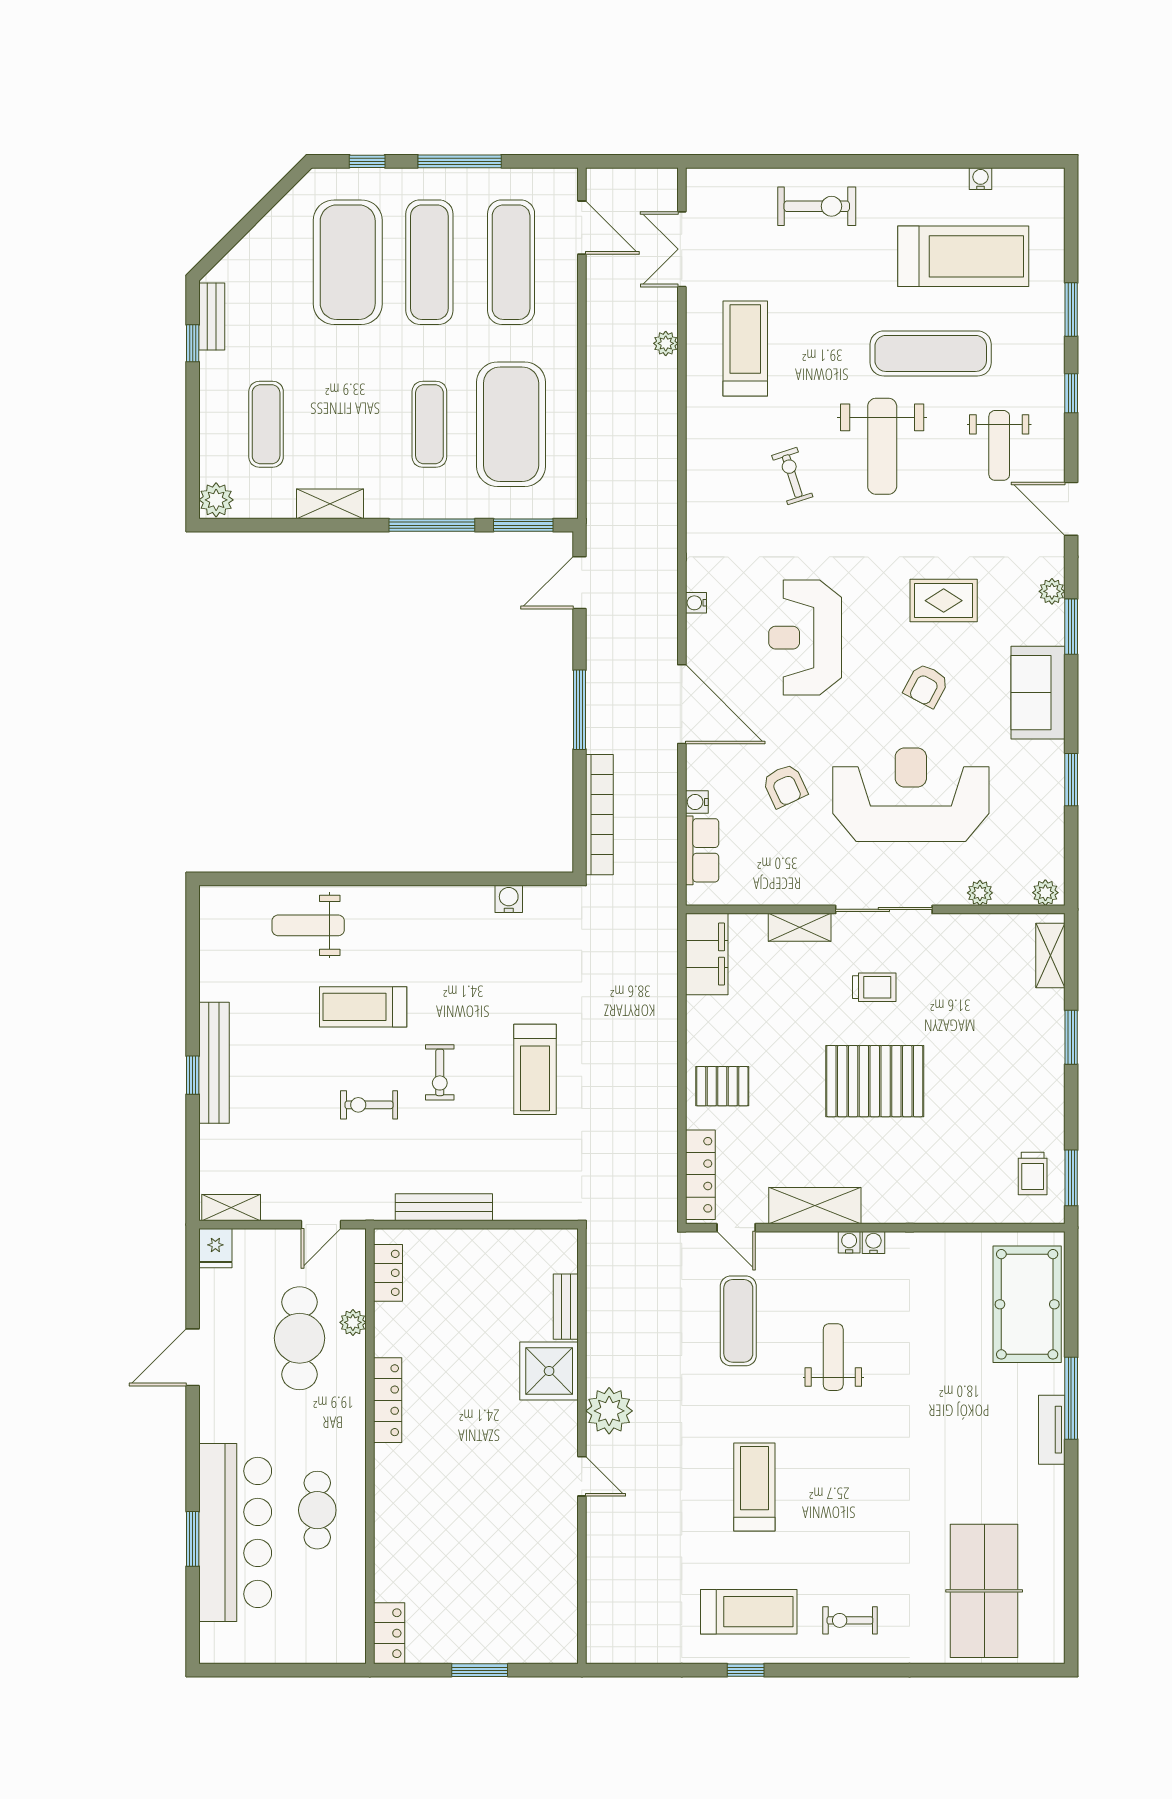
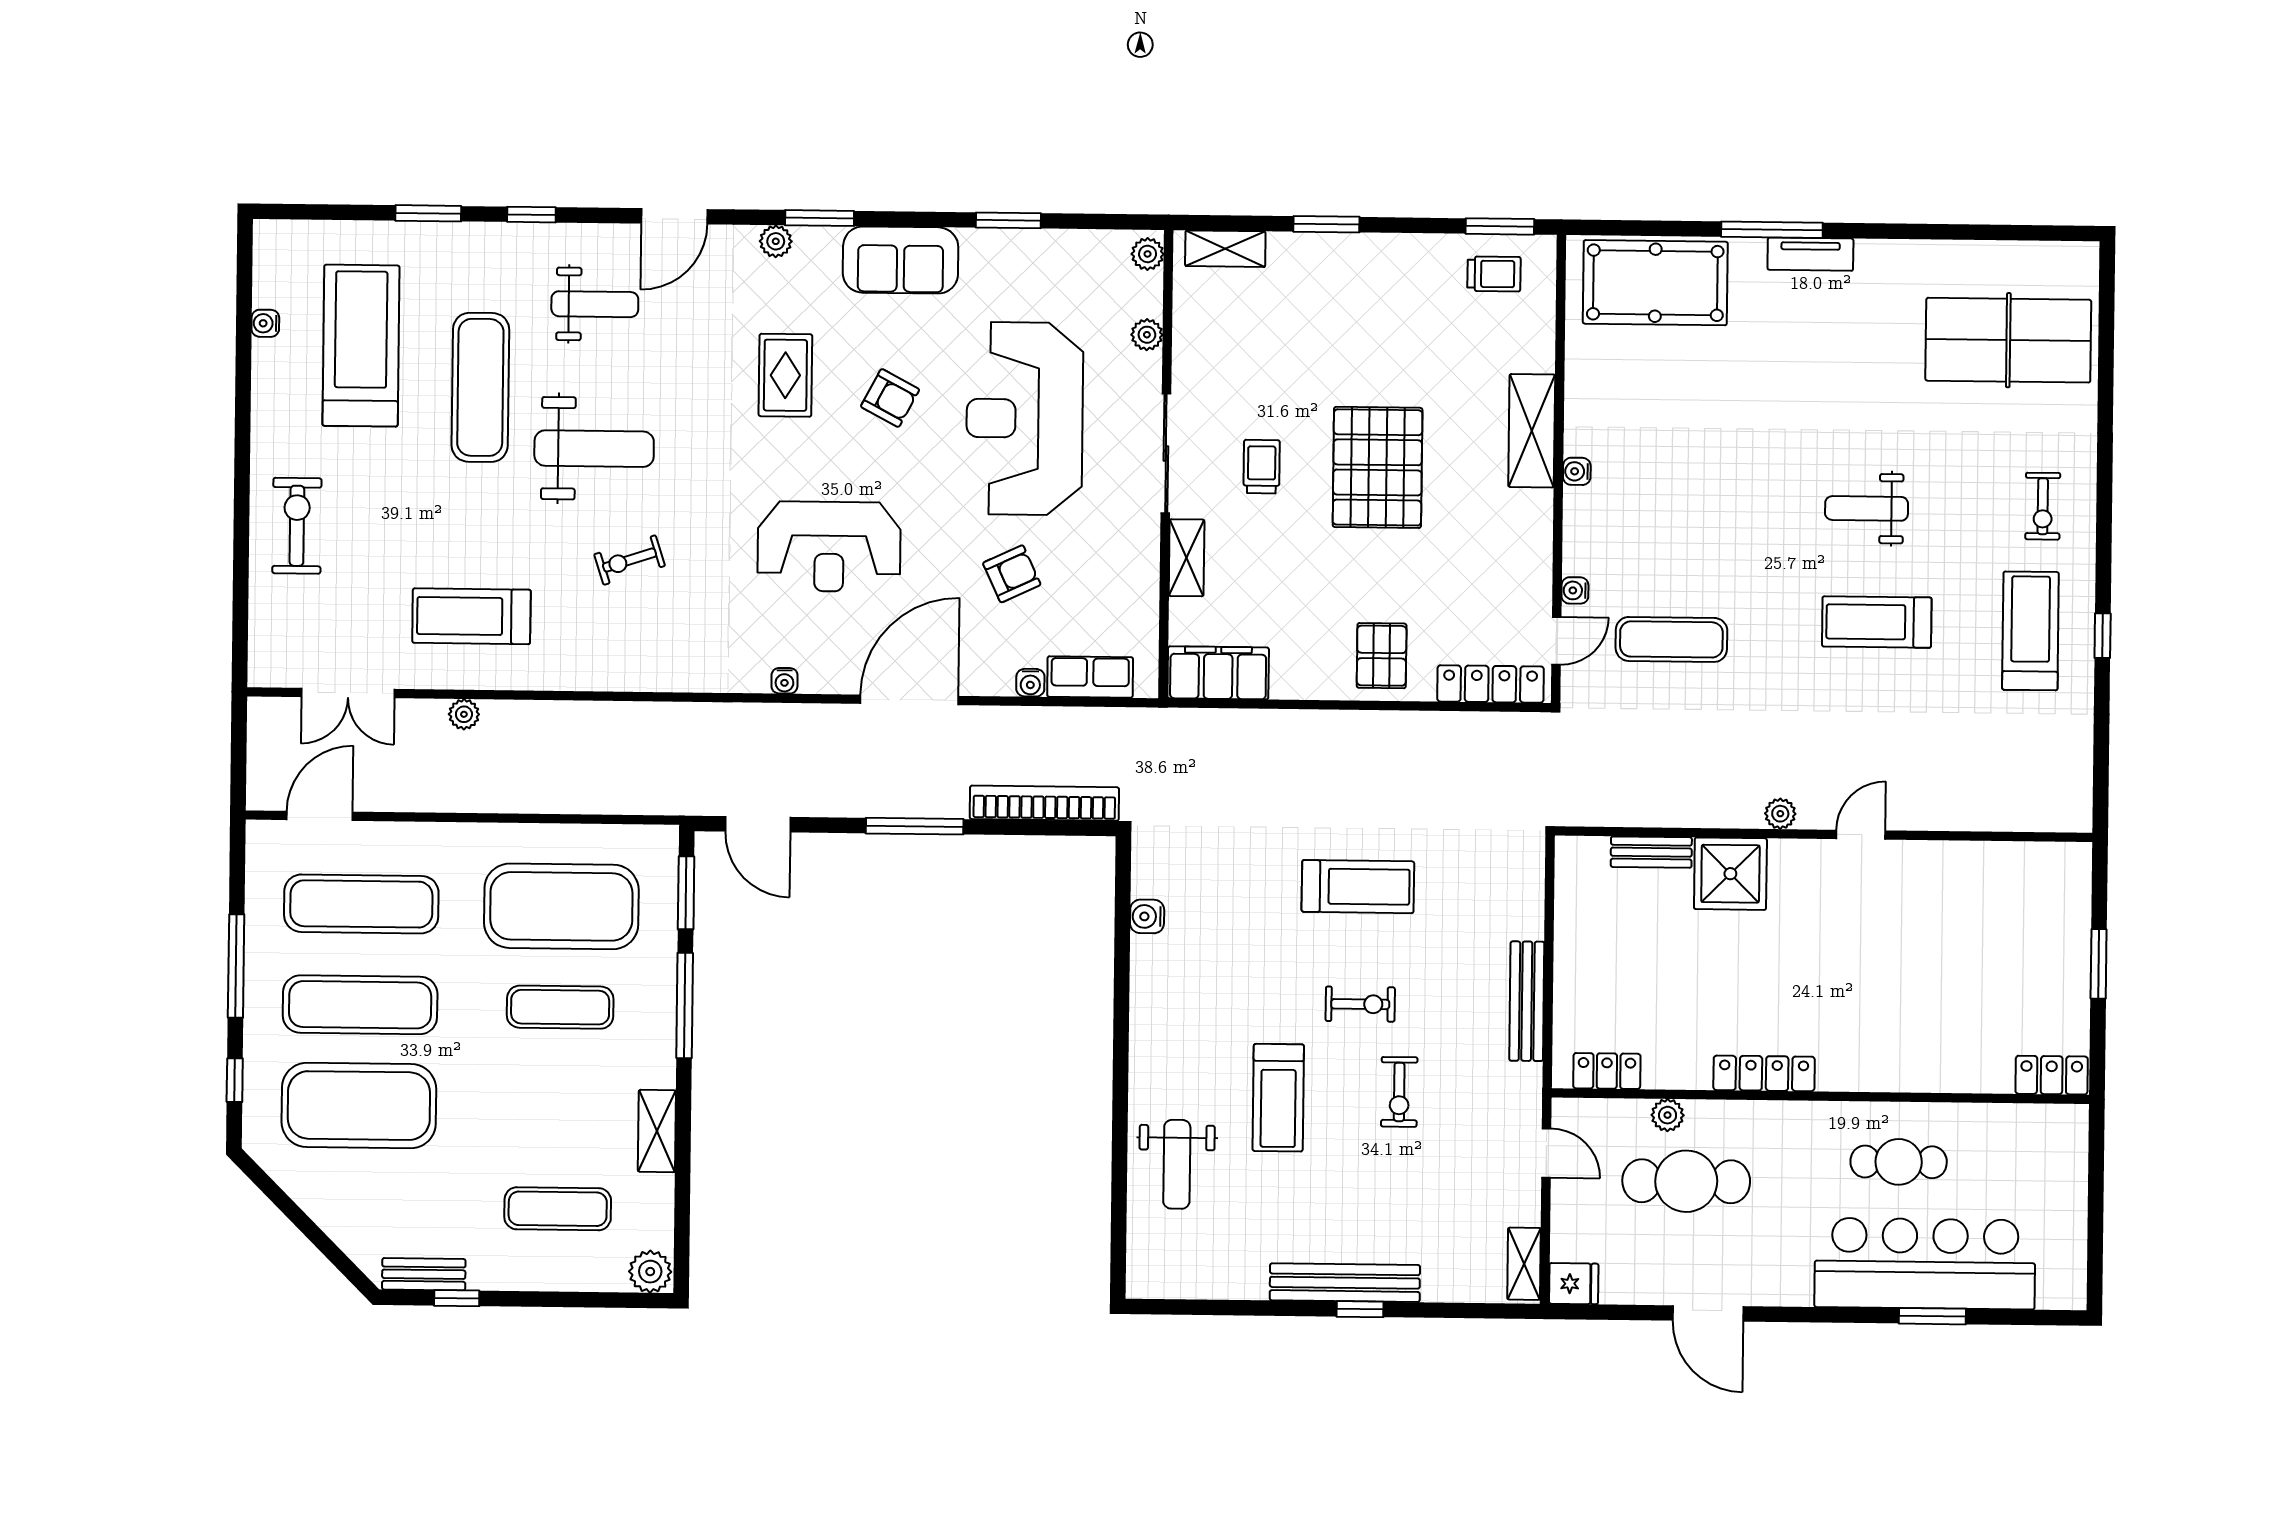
shelving: (815, 1206) -> (1532, 431), moved
water cooler: (849, 1242) -> (1575, 590), moved
weight bench: (833, 1357) -> (1867, 508), moved
plant: (609, 1411) -> (1780, 814), width x0.53, depth x0.53

